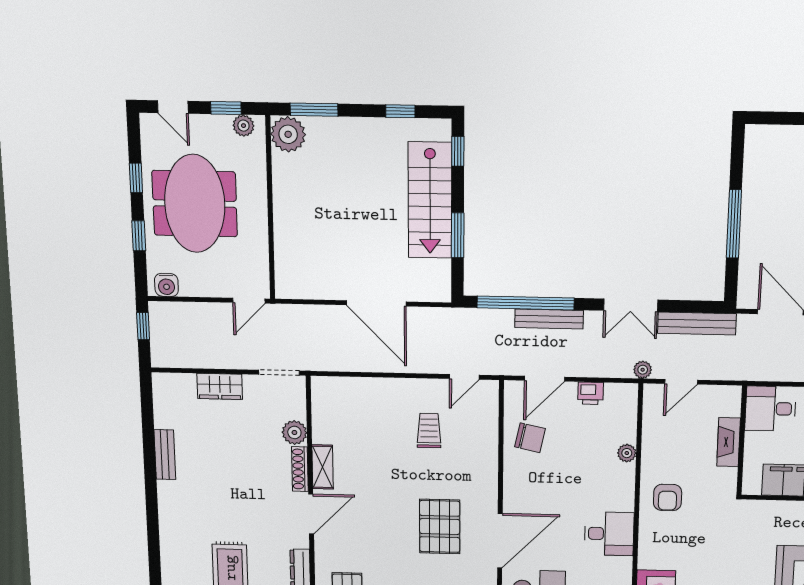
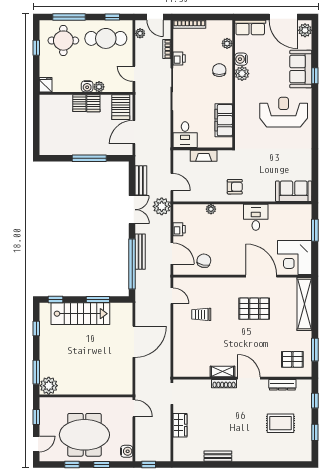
plant: (243, 126) -> (45, 408), removed
bench: (697, 324) -> (141, 180), width x0.73
plant: (643, 370) -> (162, 206), width x1.87, depth x1.87
plant: (294, 432) -> (204, 386), removed

